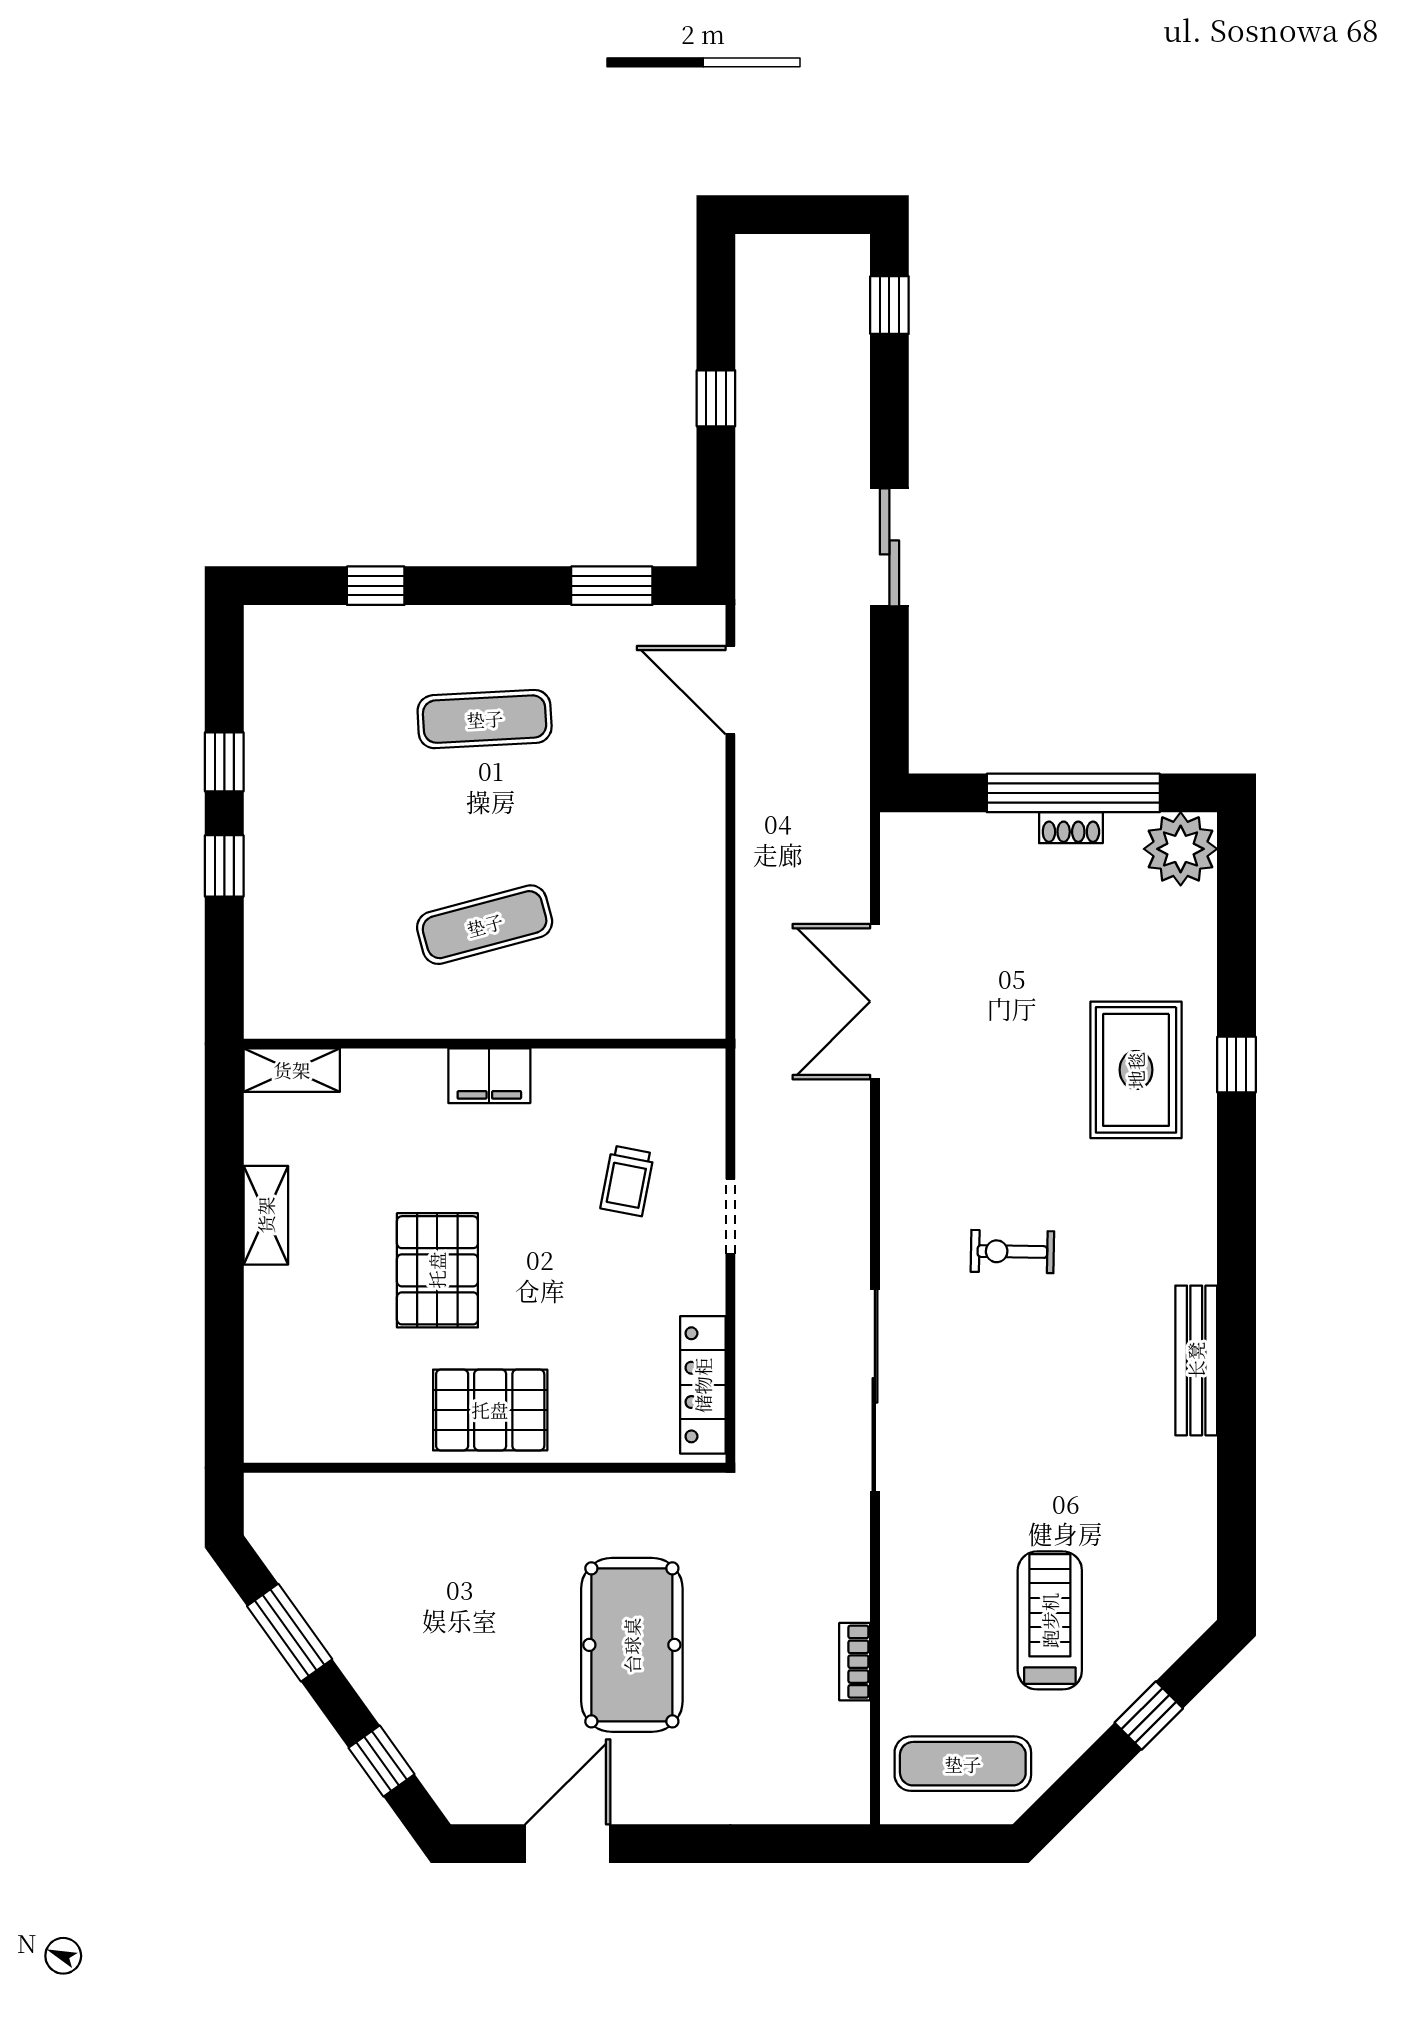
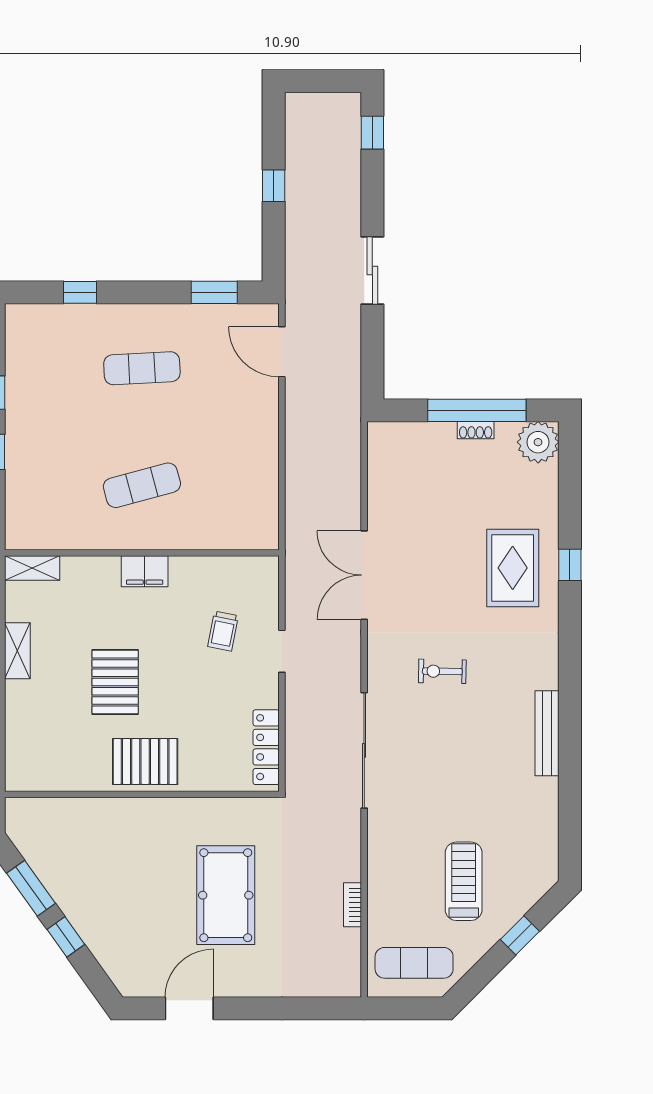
double door: (875, 1002) -> (364, 575), moved
window: (382, 1761) -> (66, 937), moved

